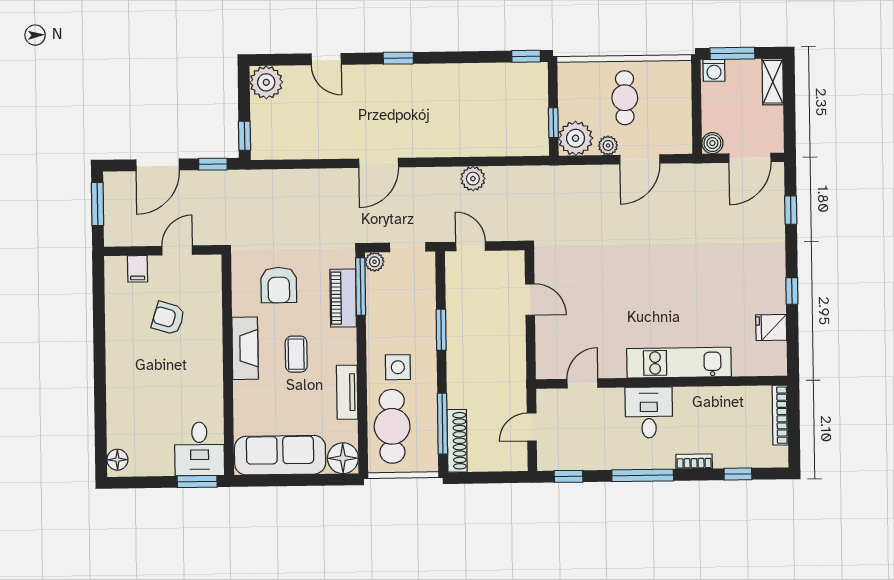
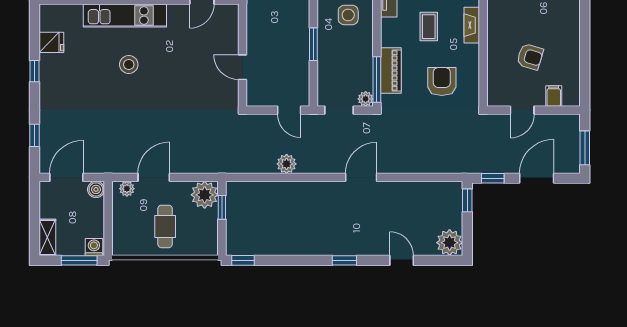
plant: (608, 145) -> (127, 189), moved
stool: (673, 301) -> (129, 65), added
fireplace: (245, 348) -> (472, 25), width x0.73, depth x0.76

